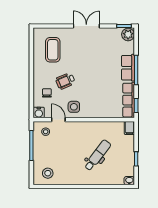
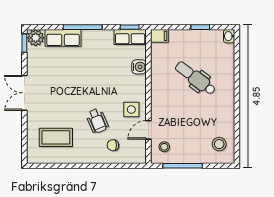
row of seats: (128, 68) -> (63, 38), moved
row of seats: (129, 100) -> (130, 37), width x0.68
water cooler: (39, 113) -> (139, 67), moved

